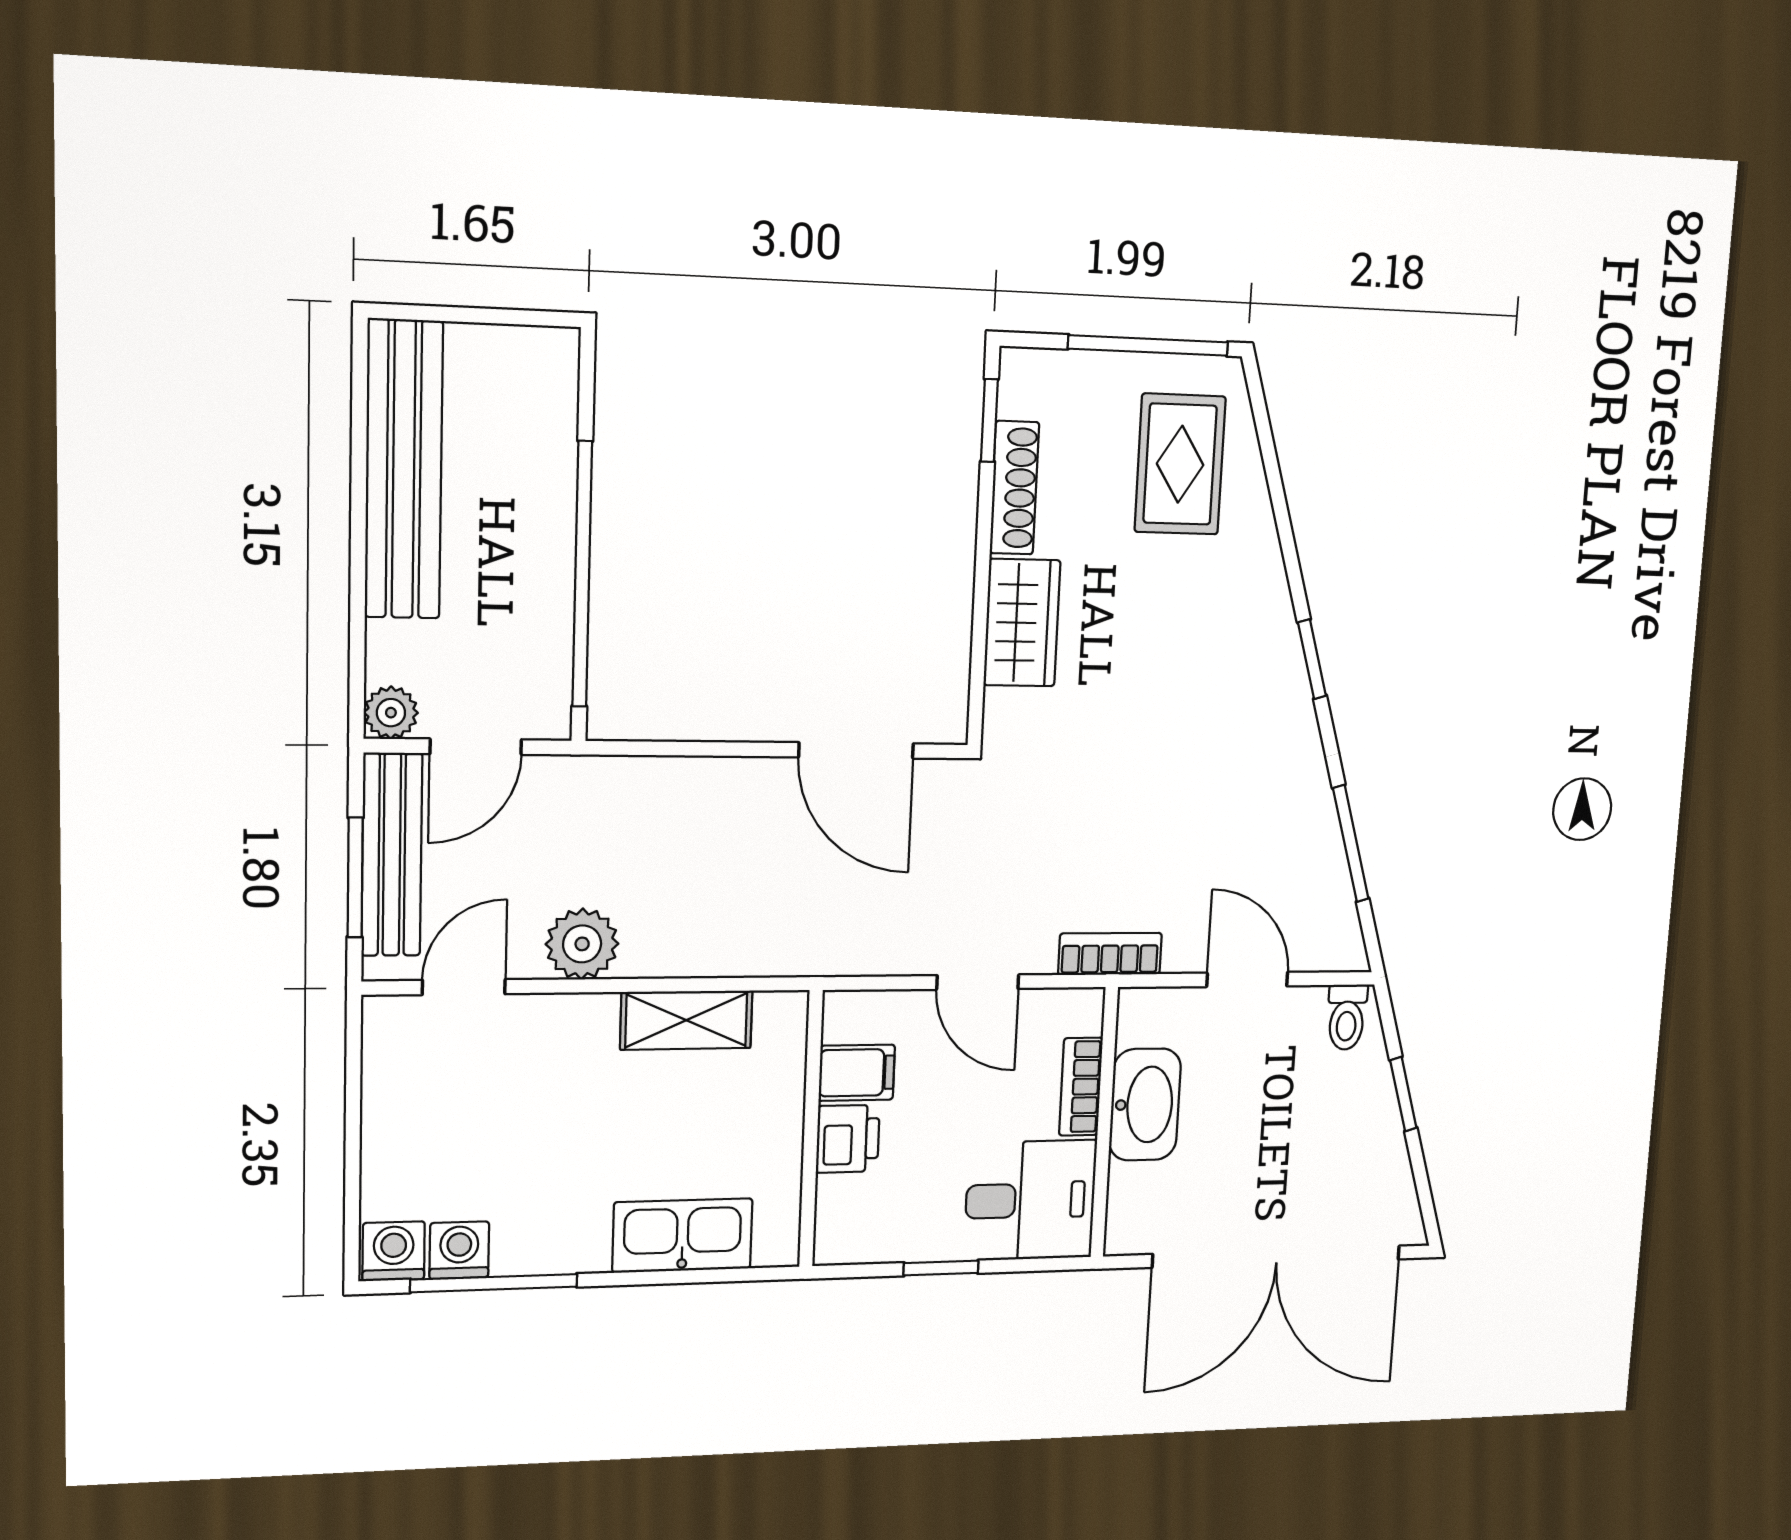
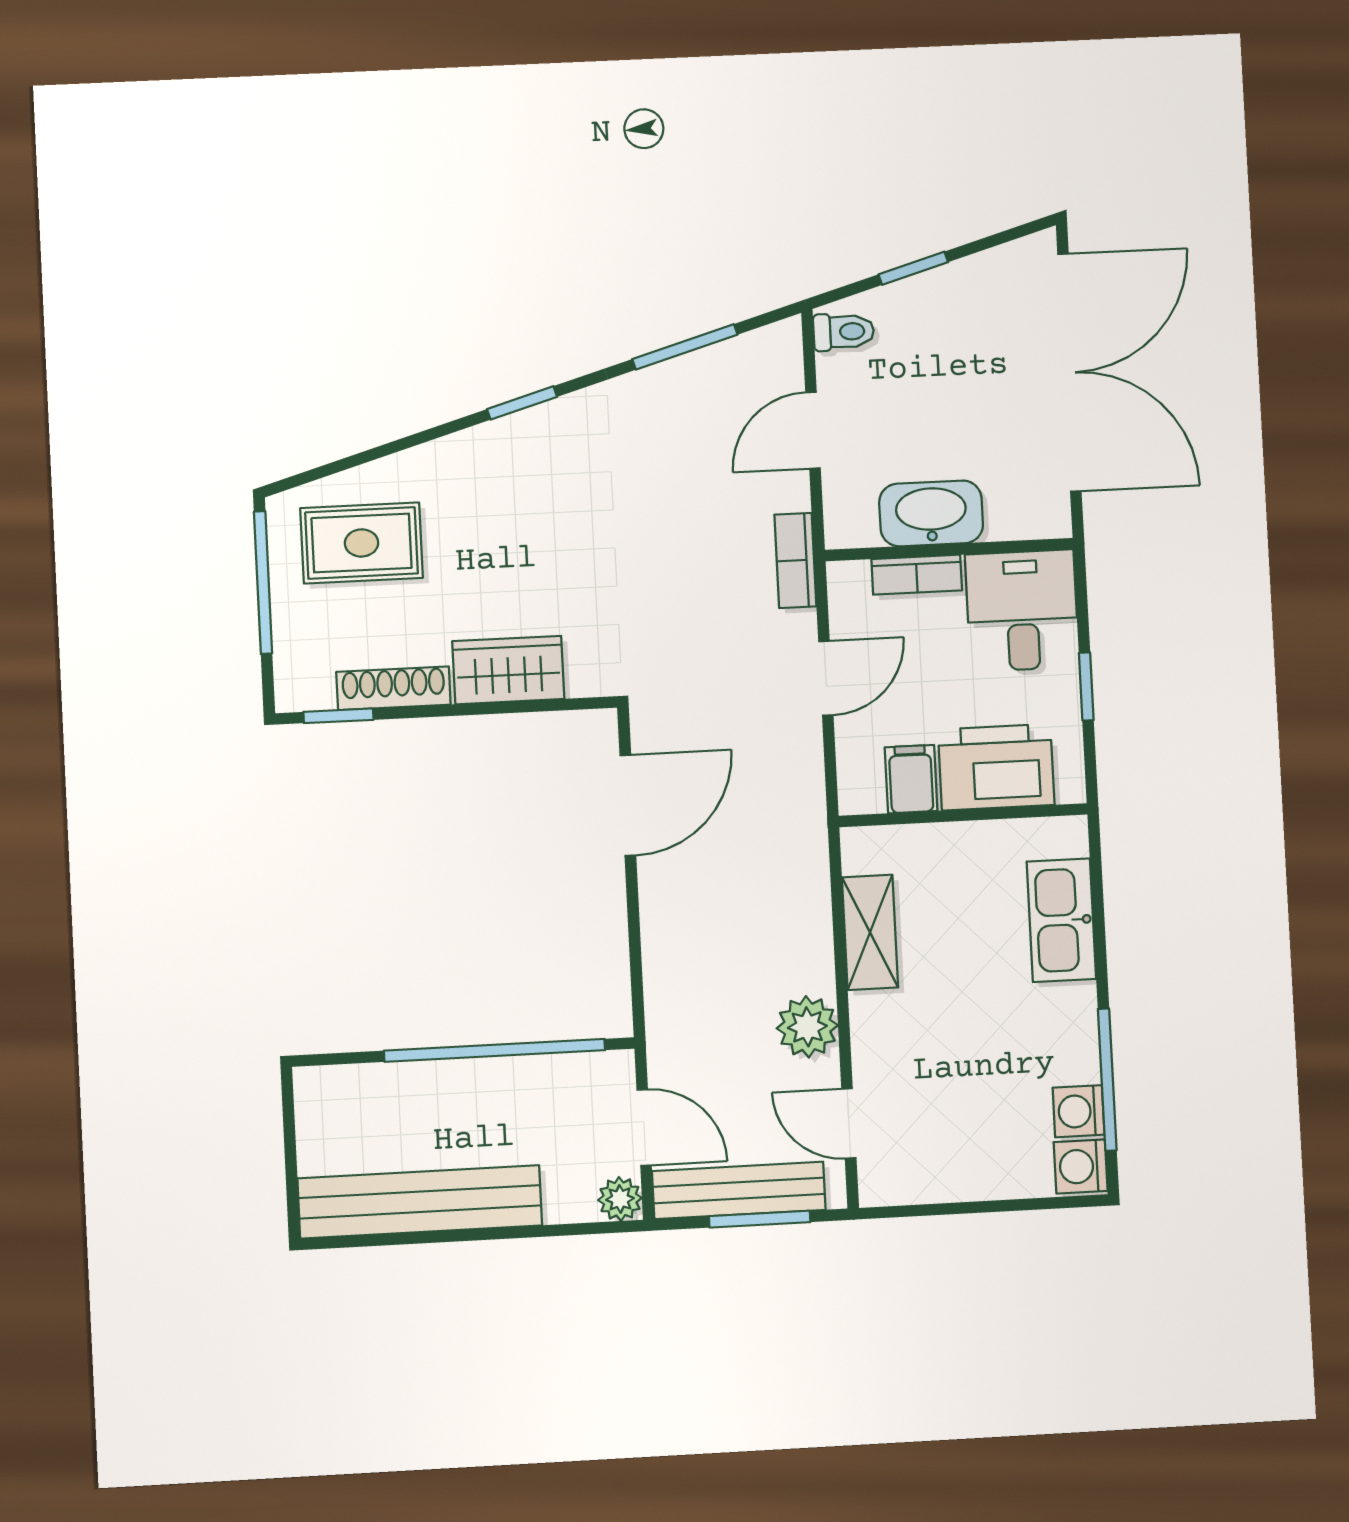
printer: (848, 1139) -> (996, 767), width x1.87, depth x1.48

